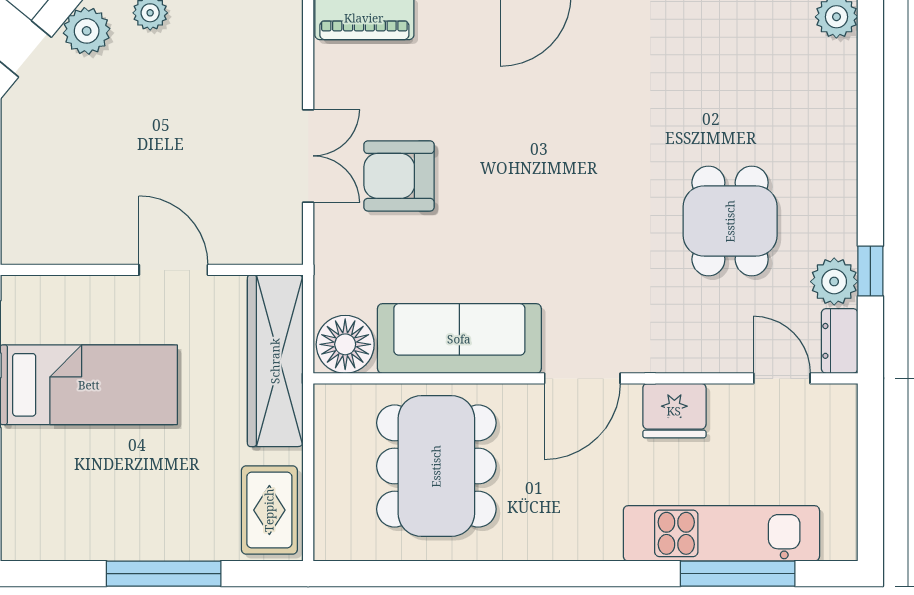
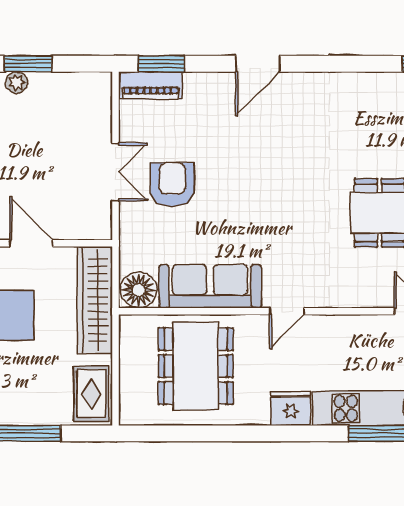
armchair: (399, 176) -> (172, 185), turned 90
door: (582, 378) -> (287, 311), width x0.73
fridge: (674, 411) -> (291, 408), moved, turned 180

